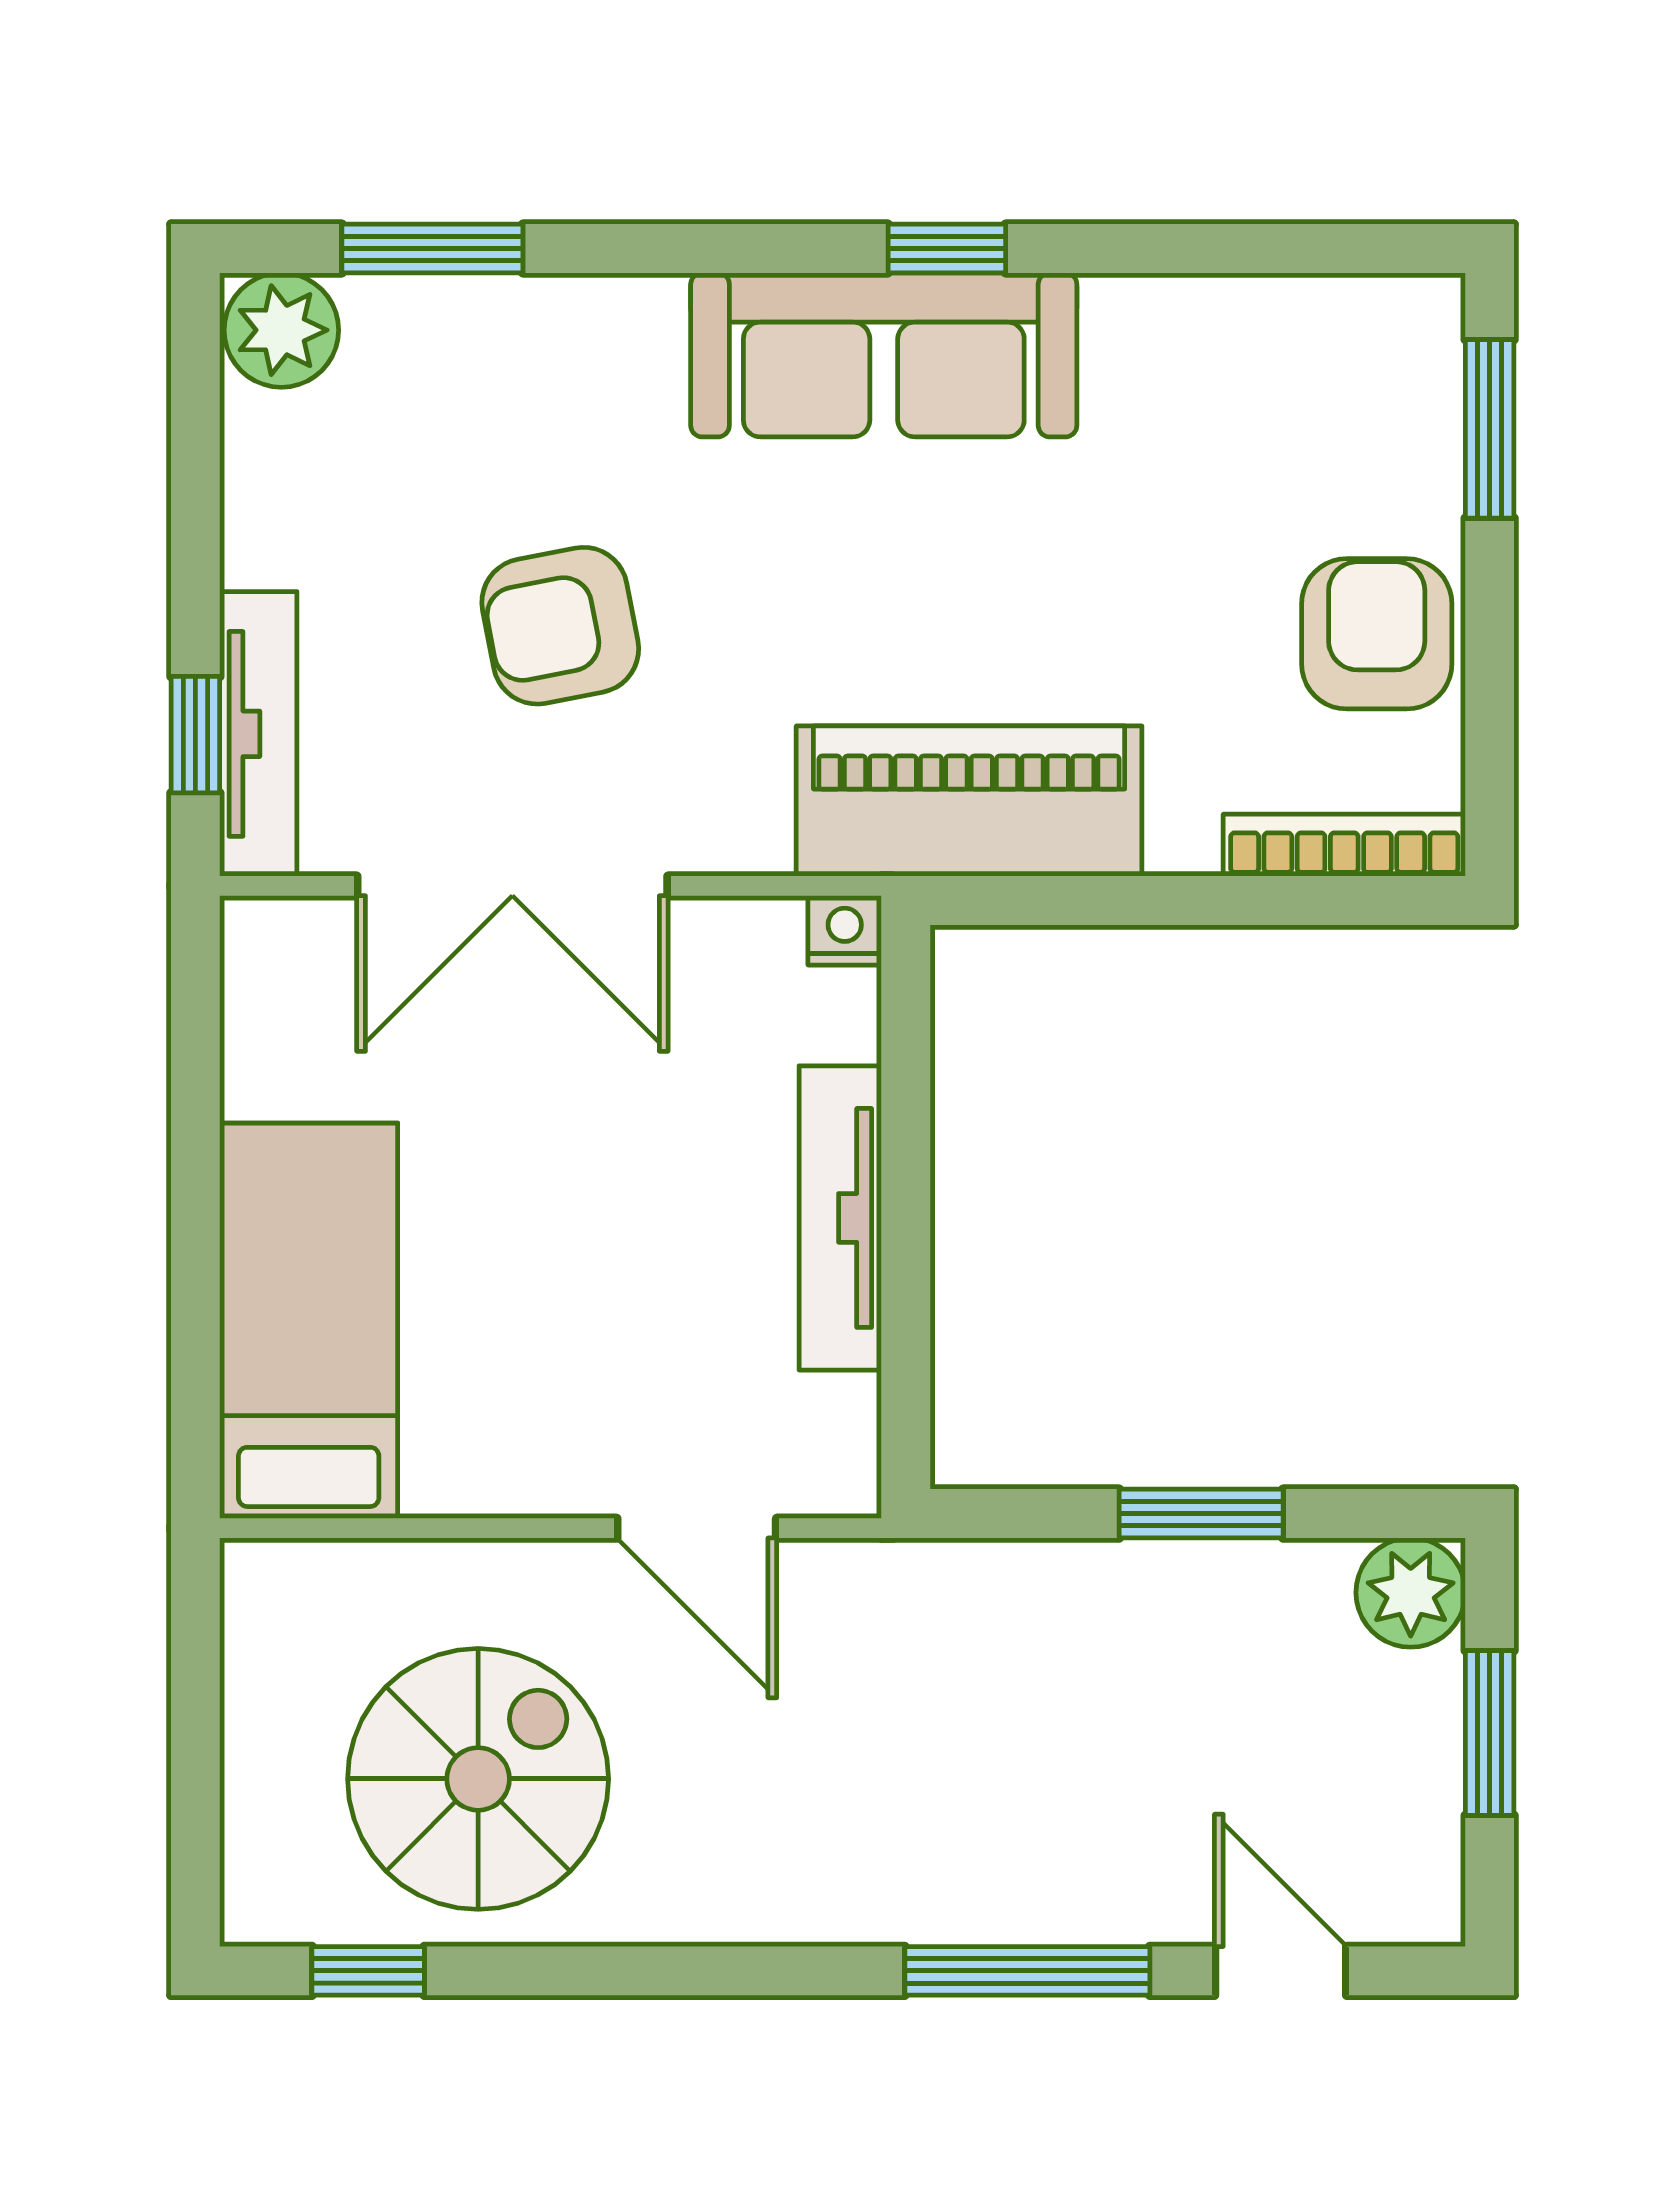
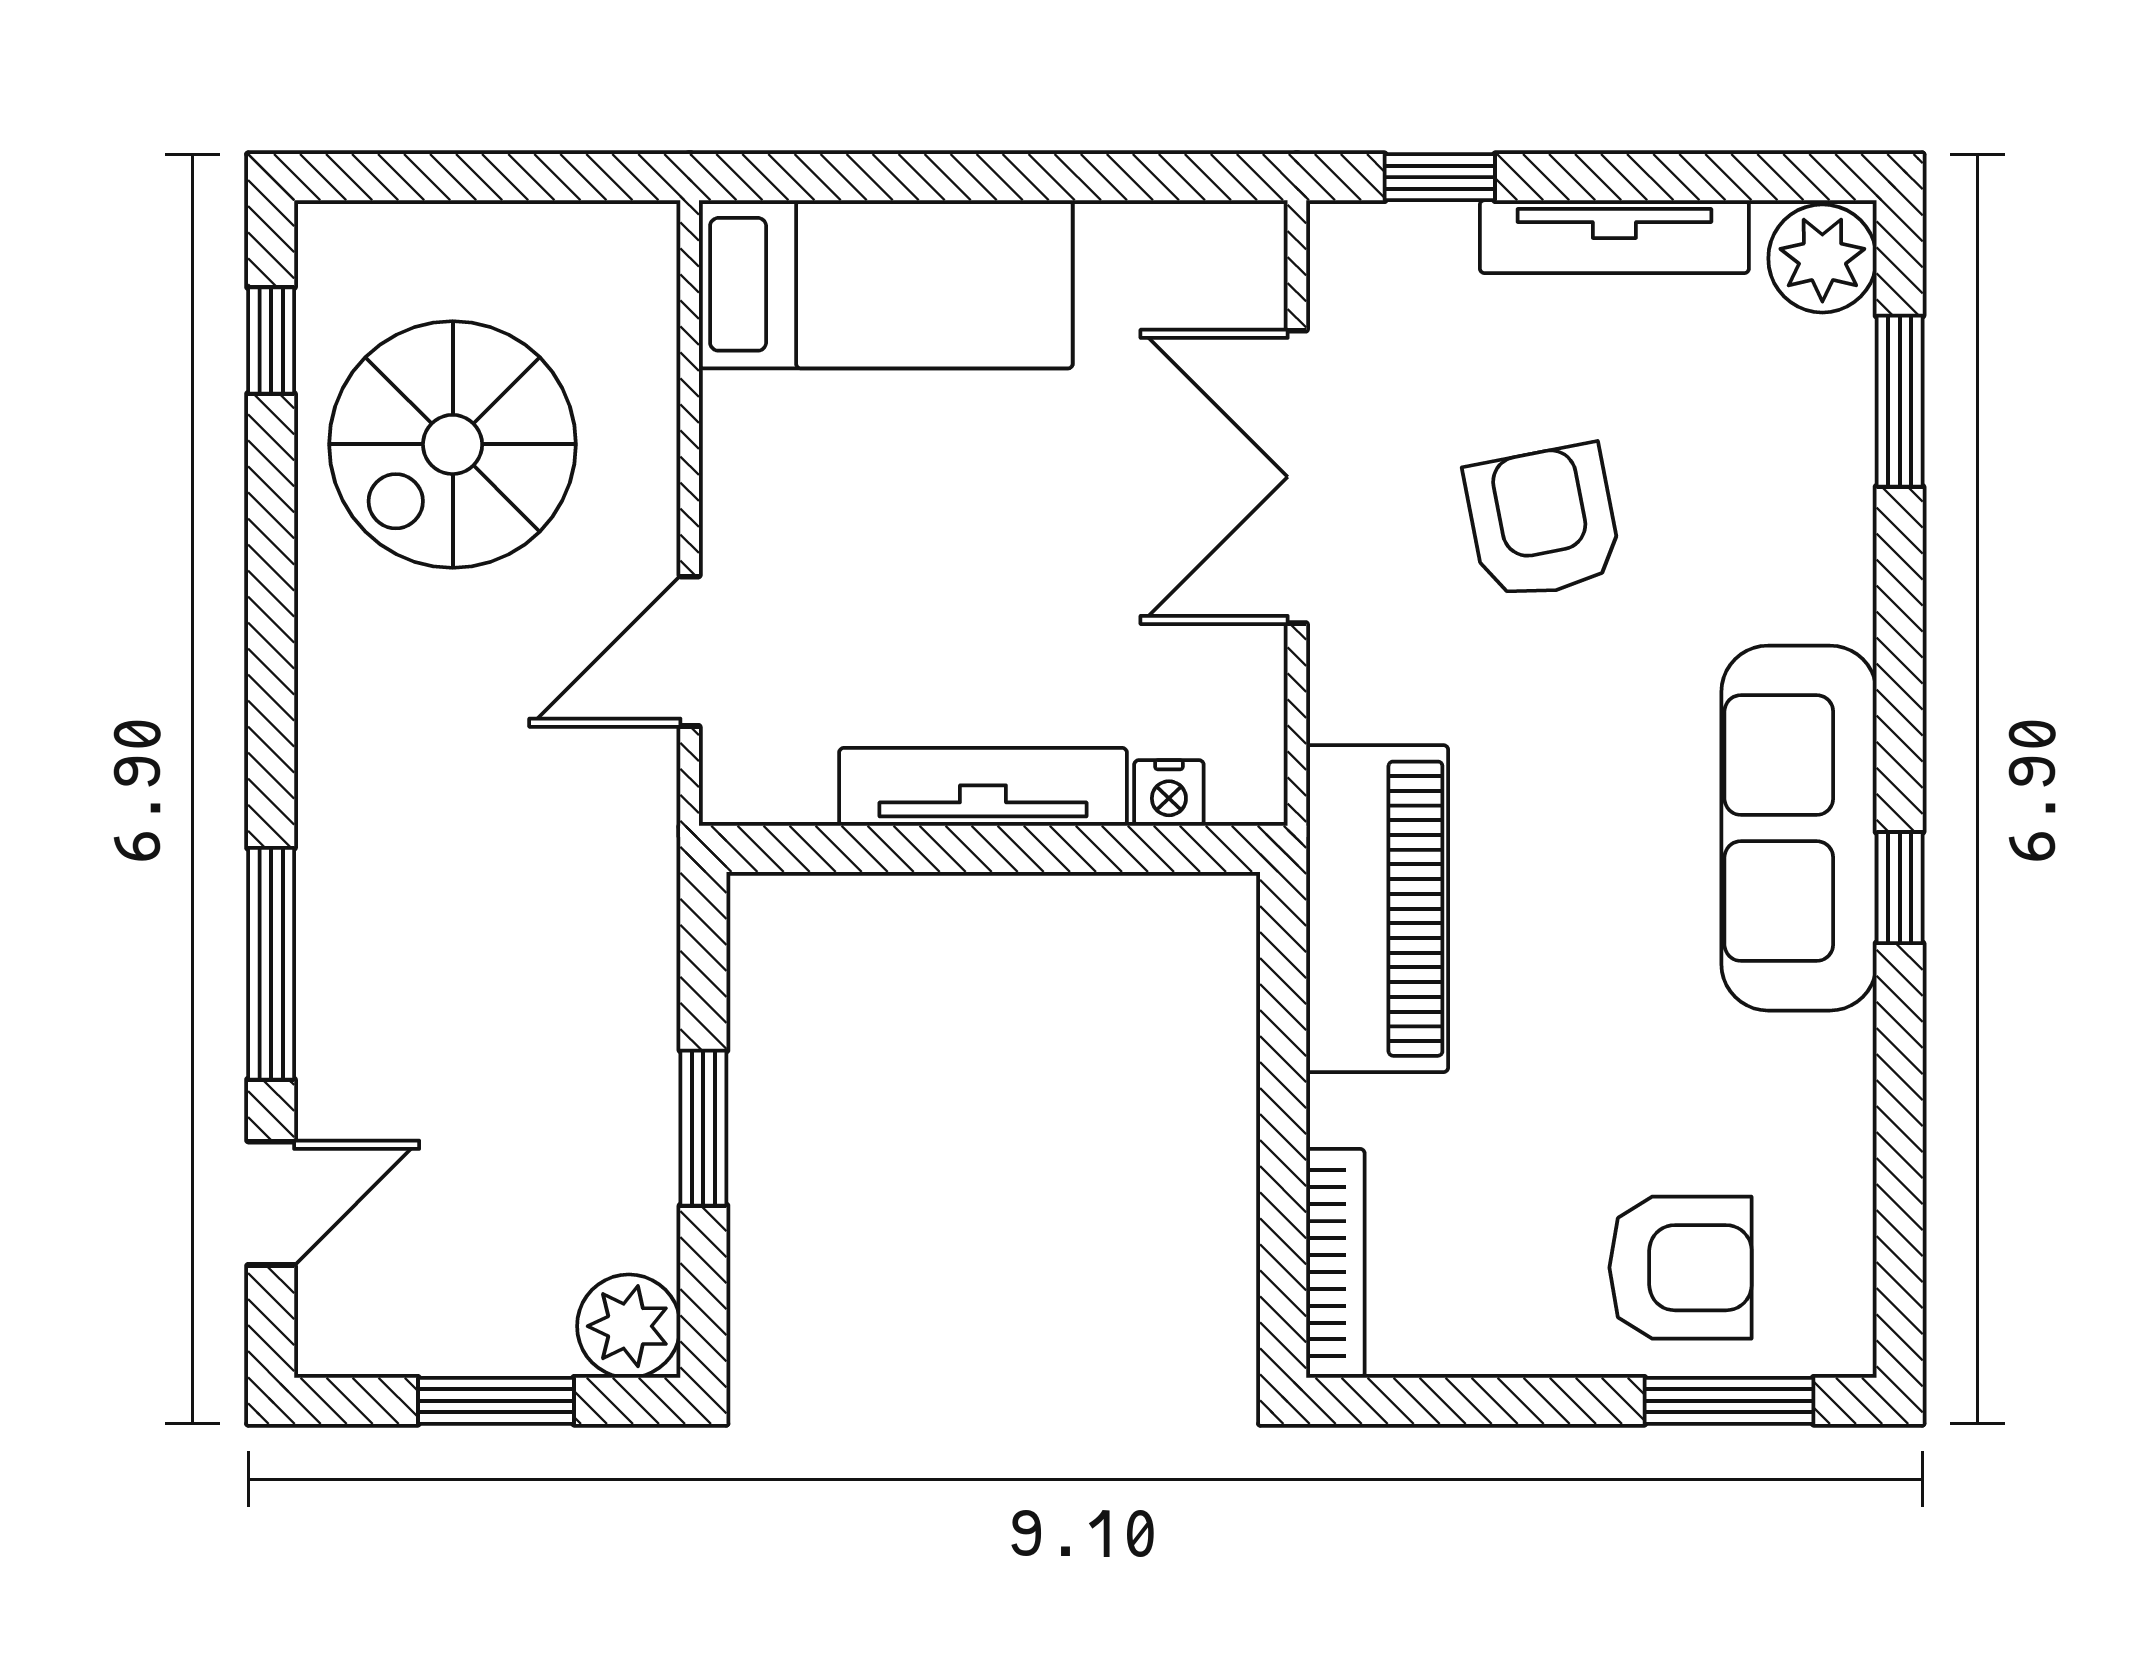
armchair: (1377, 634) -> (1681, 1268), moved
tv unit: (258, 734) -> (1614, 237), moved
nightstand: (845, 930) -> (1169, 793), moved, turned 90
spiral stairs: (478, 1779) -> (453, 444), turned 90

